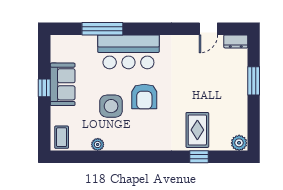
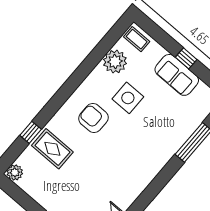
bar counter: (128, 52) -> (158, 147), removed
armchair: (144, 97) -> (93, 118), moved
plant: (98, 144) -> (115, 62), width x1.88, depth x1.88

